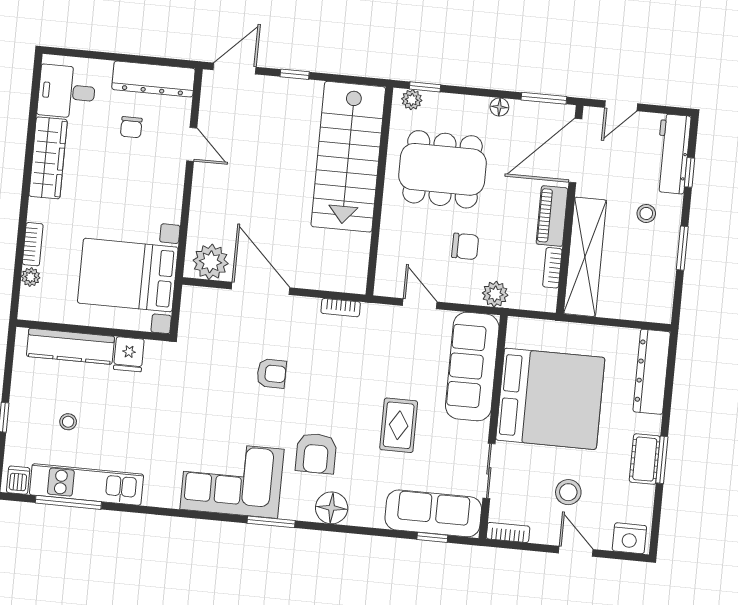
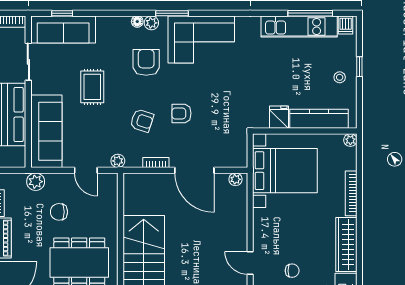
chair: (131, 127) -> (292, 271), turned 90
bookcase: (33, 244) -> (351, 193), width x1.56
plant: (211, 262) -> (235, 179), width x0.53, depth x0.53
plant: (31, 277) -> (350, 140), moved
bookcase: (341, 308) -> (156, 162), moved
plant: (372, 313) -> (118, 161), added
armchair: (331, 369) -> (142, 121), added
stool: (68, 422) -> (340, 77), moved
floor lamp: (332, 508) -> (137, 22), width x0.53, depth x0.53
plant: (303, 511) -> (151, 23), added

